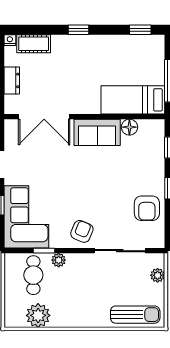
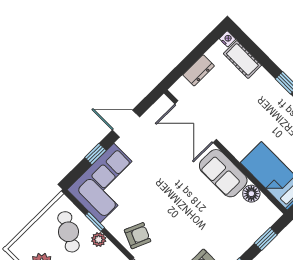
cafe table: (33, 275) -> (69, 232), turned -60

